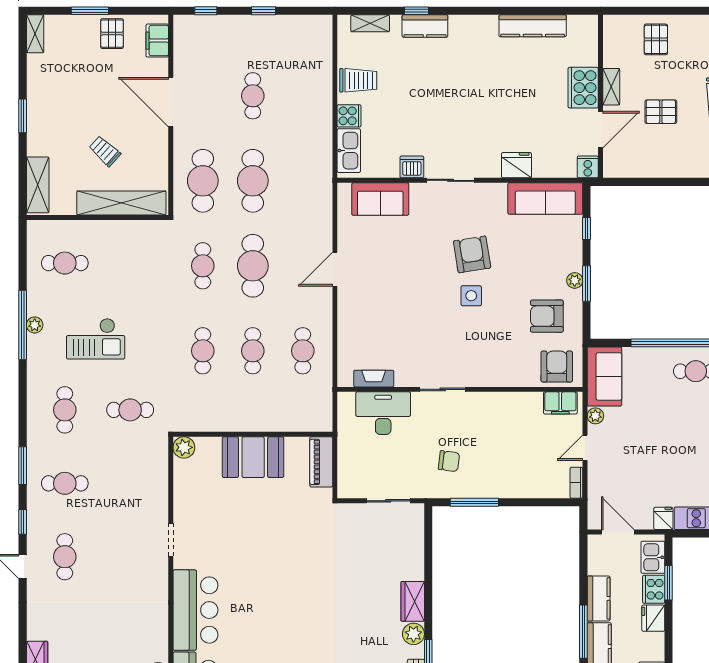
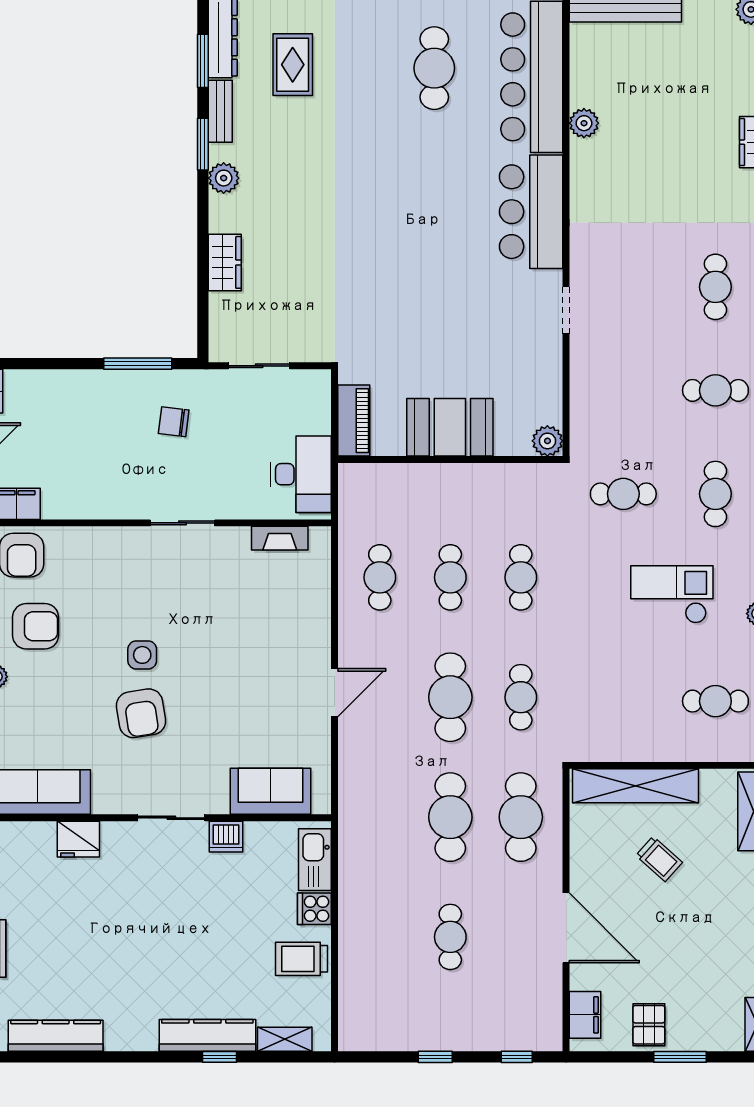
kitchen counter: (425, 26) -> (207, 1035), width x1.50
desk: (383, 413) -> (301, 474), moved, turned -90
wardrobe: (413, 601) -> (225, 262), moved

